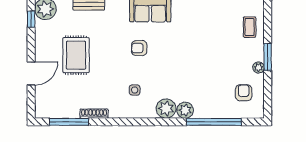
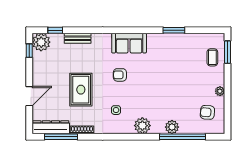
rug: (76, 55) -> (81, 90), moved
window: (268, 57) -> (228, 52), moved
armchair: (244, 93) -> (207, 112), turned -86
dresser: (57, 110) -> (51, 127), added
plant: (185, 110) -> (172, 127), moved

